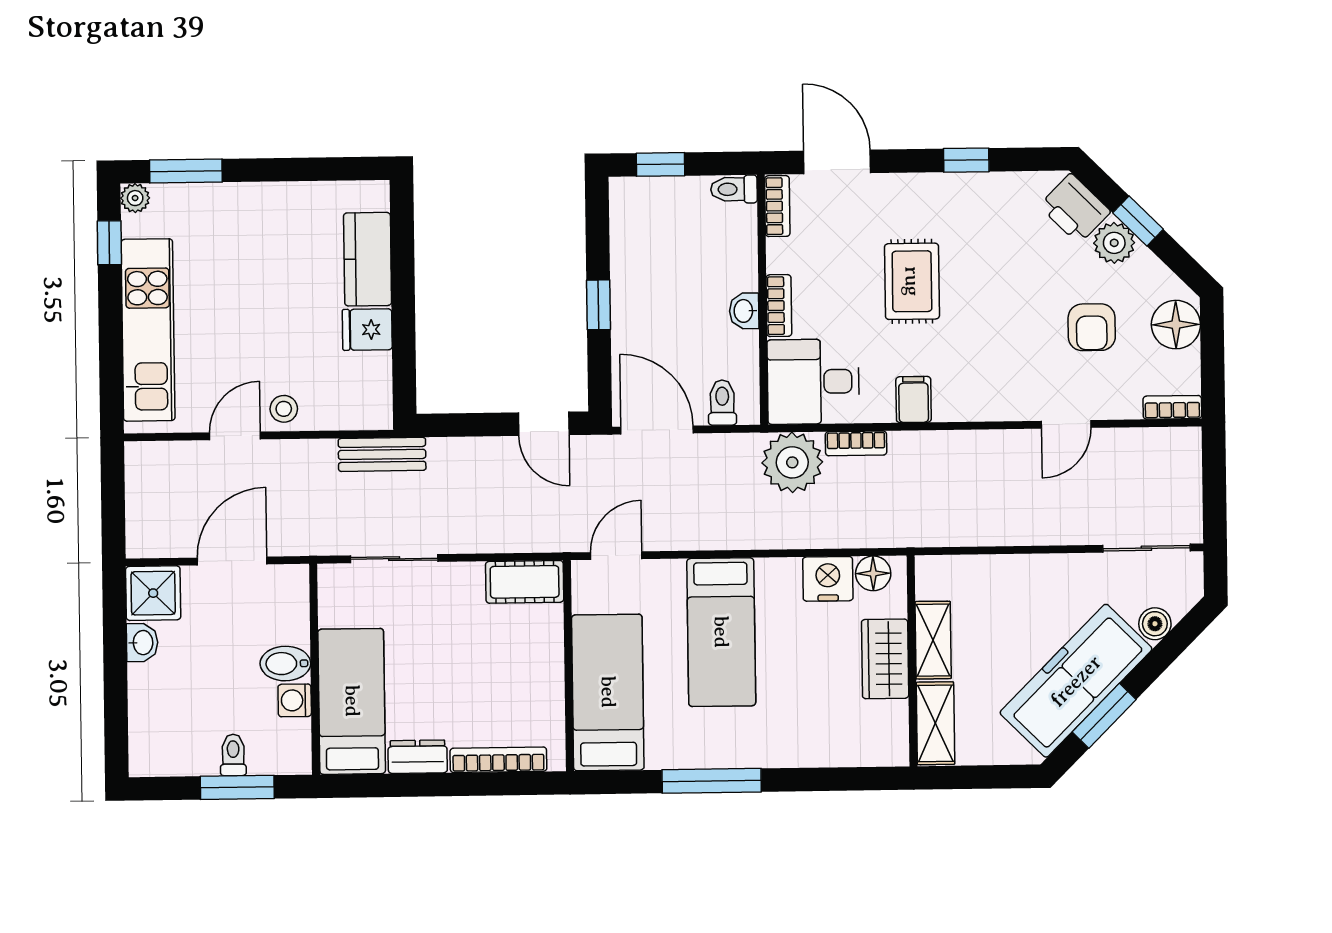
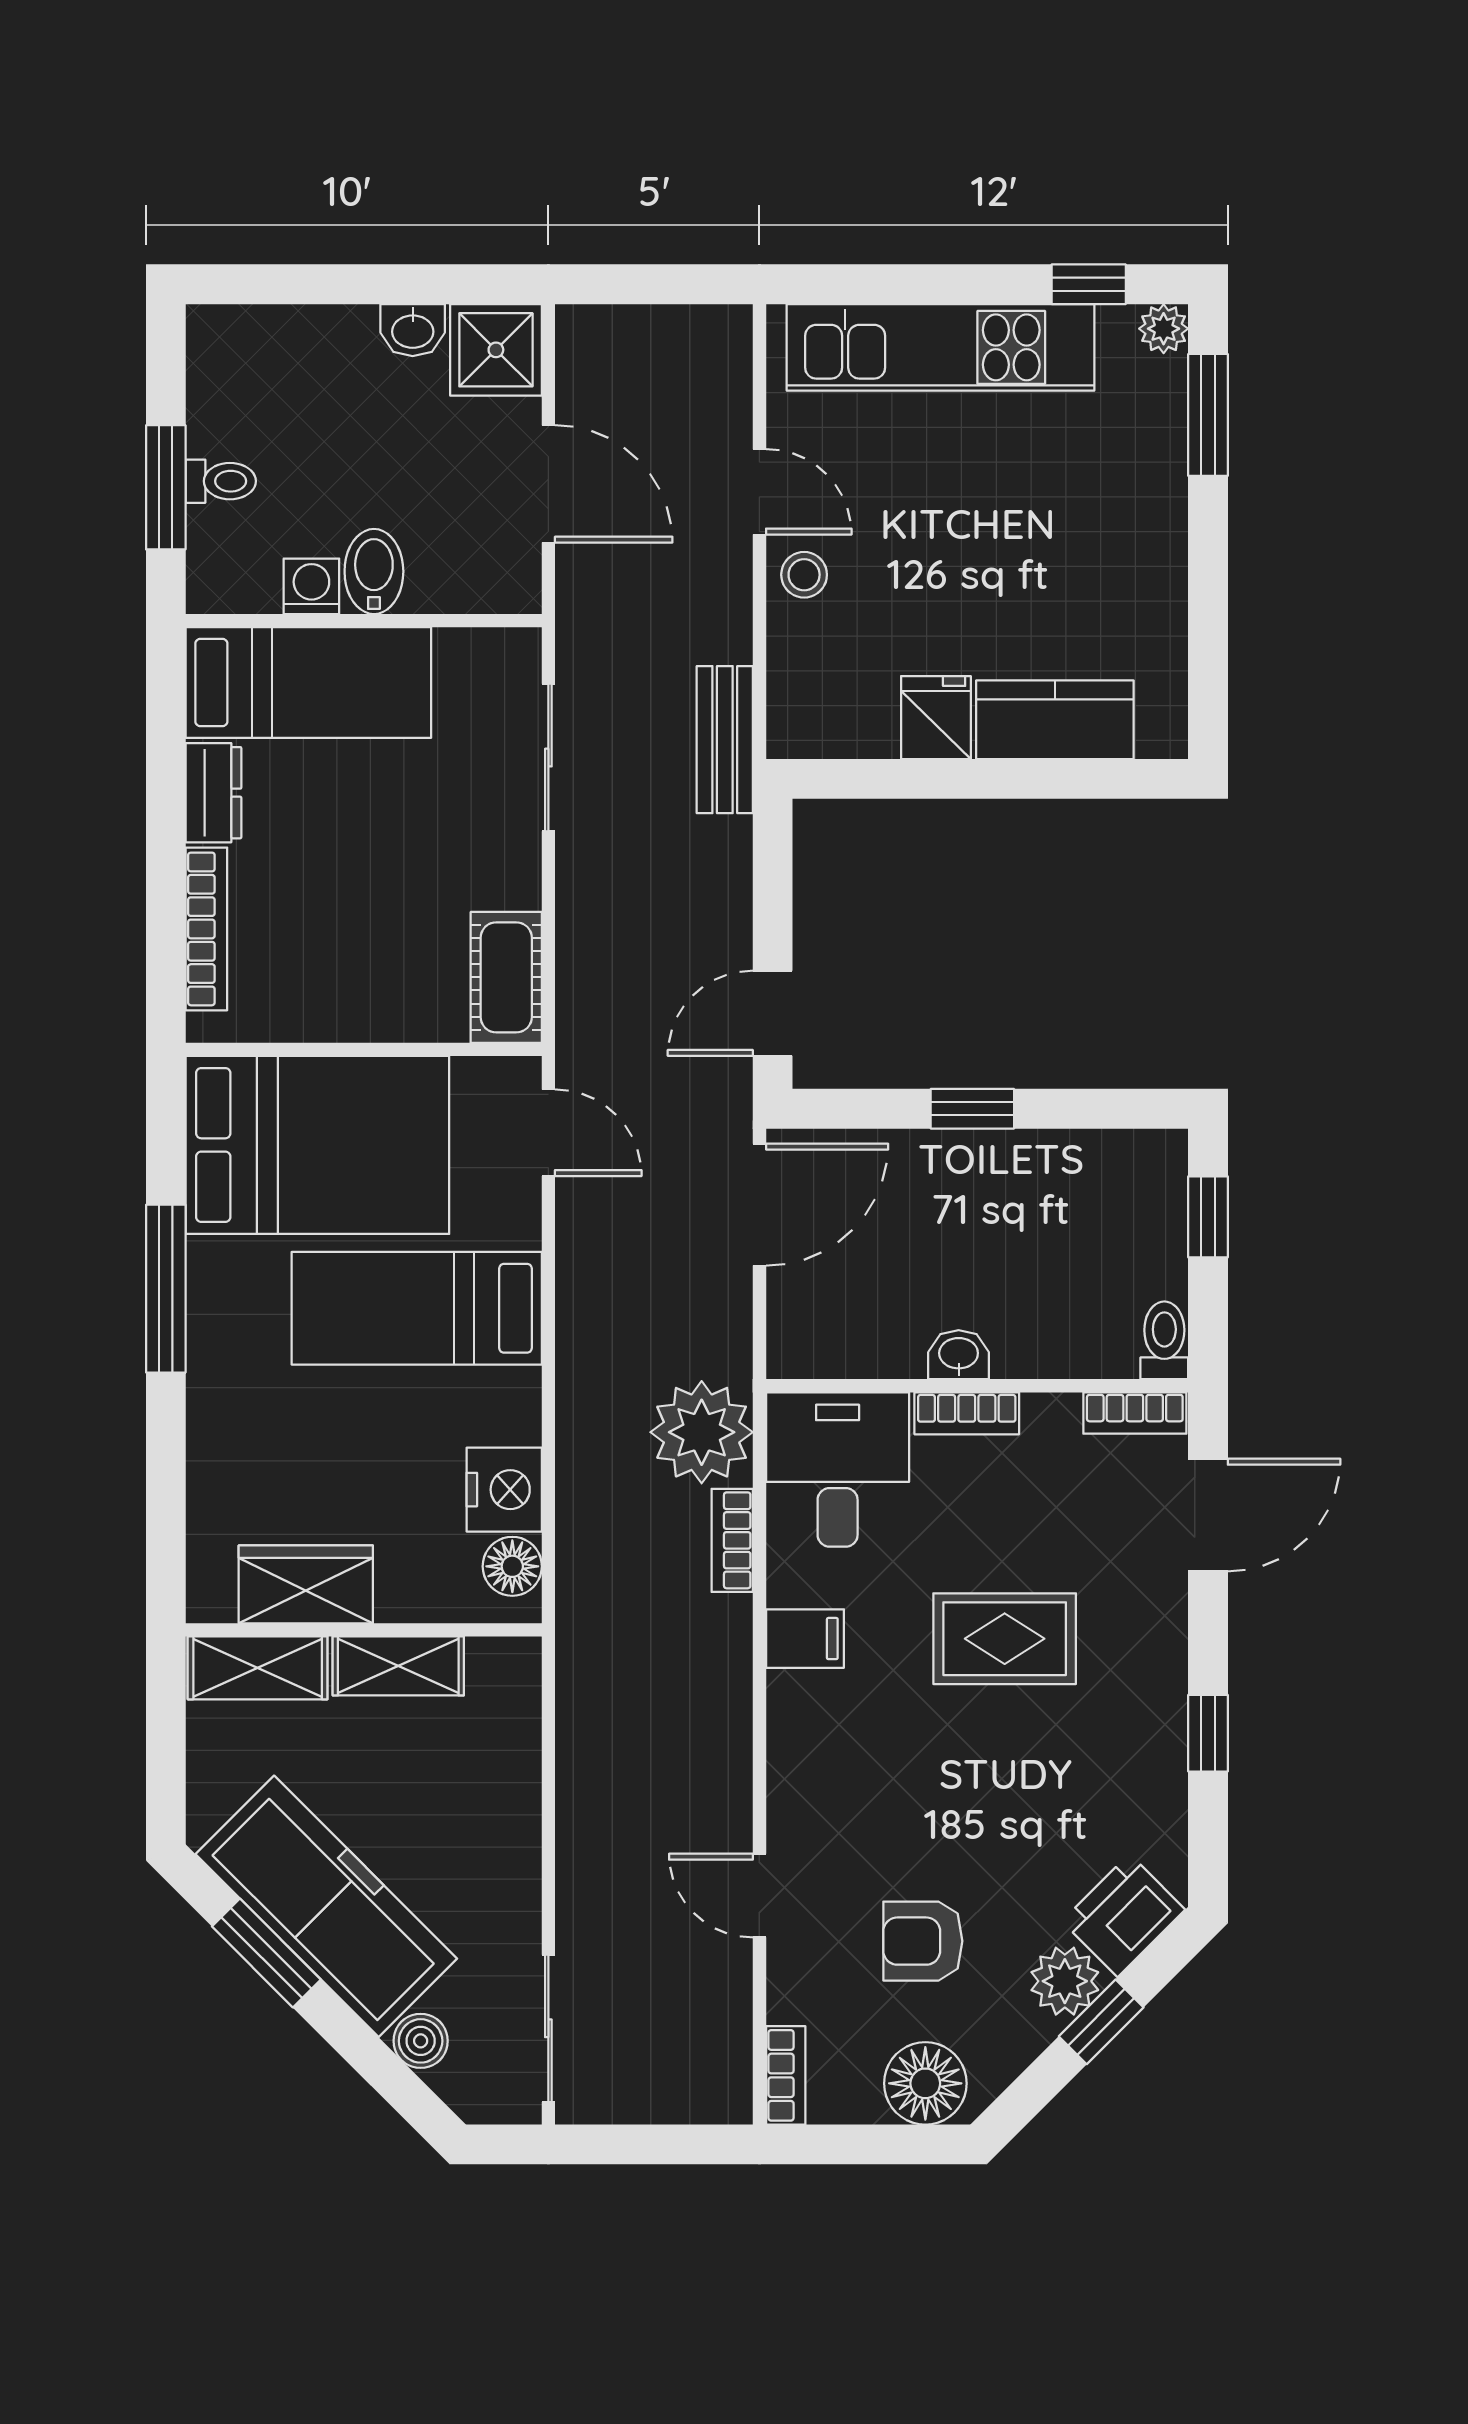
toilet: (722, 403) -> (804, 1315), removed
wardrobe: (885, 659) -> (306, 1584), moved
bed: (608, 692) -> (317, 1145), width x1.50

